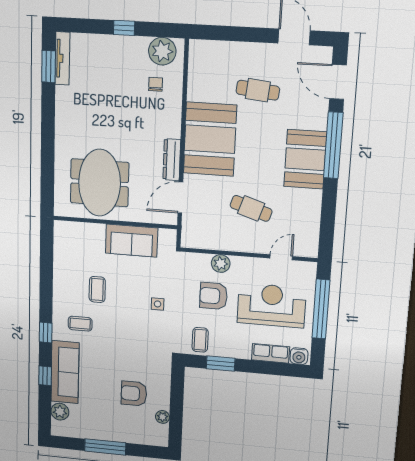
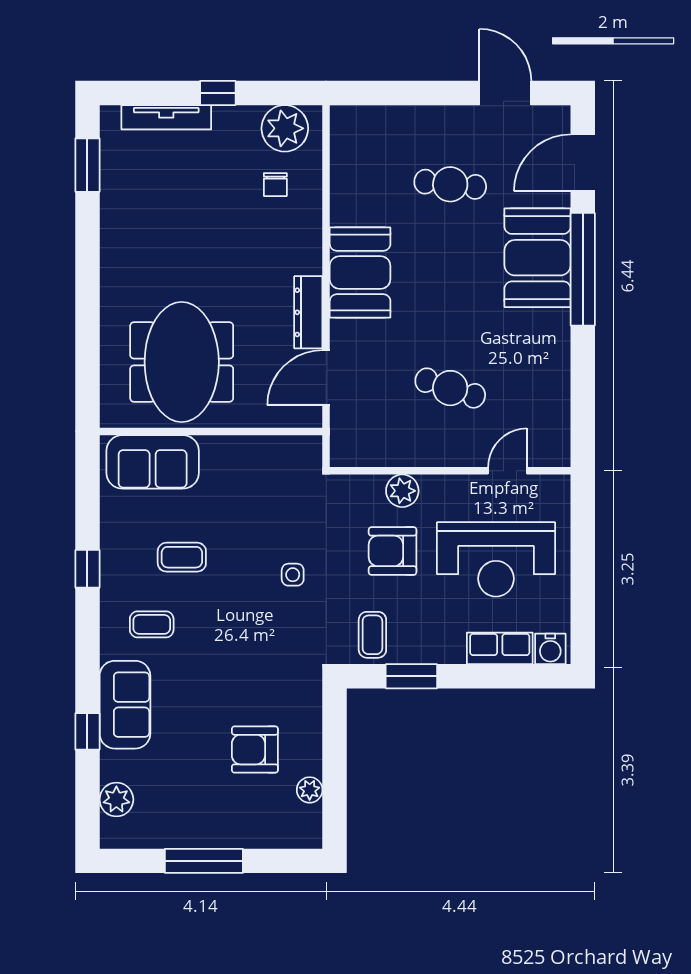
tv unit: (62, 58) -> (166, 117), moved, turned 90
door: (338, 82) -> (583, 163), hinge flipped
chair: (156, 84) -> (275, 185), turned 180
booth: (210, 139) -> (360, 272), width x0.73, depth x0.70
booth: (305, 159) -> (538, 258), moved
sofa: (132, 241) -> (153, 462), moved
coffee table: (97, 289) -> (182, 557), turned 90
reception desk: (271, 305) -> (496, 559), turned 180
window: (321, 309) -> (583, 558), removed
window: (46, 333) -> (87, 569), moved
sofa: (65, 372) -> (125, 705), width x0.73

